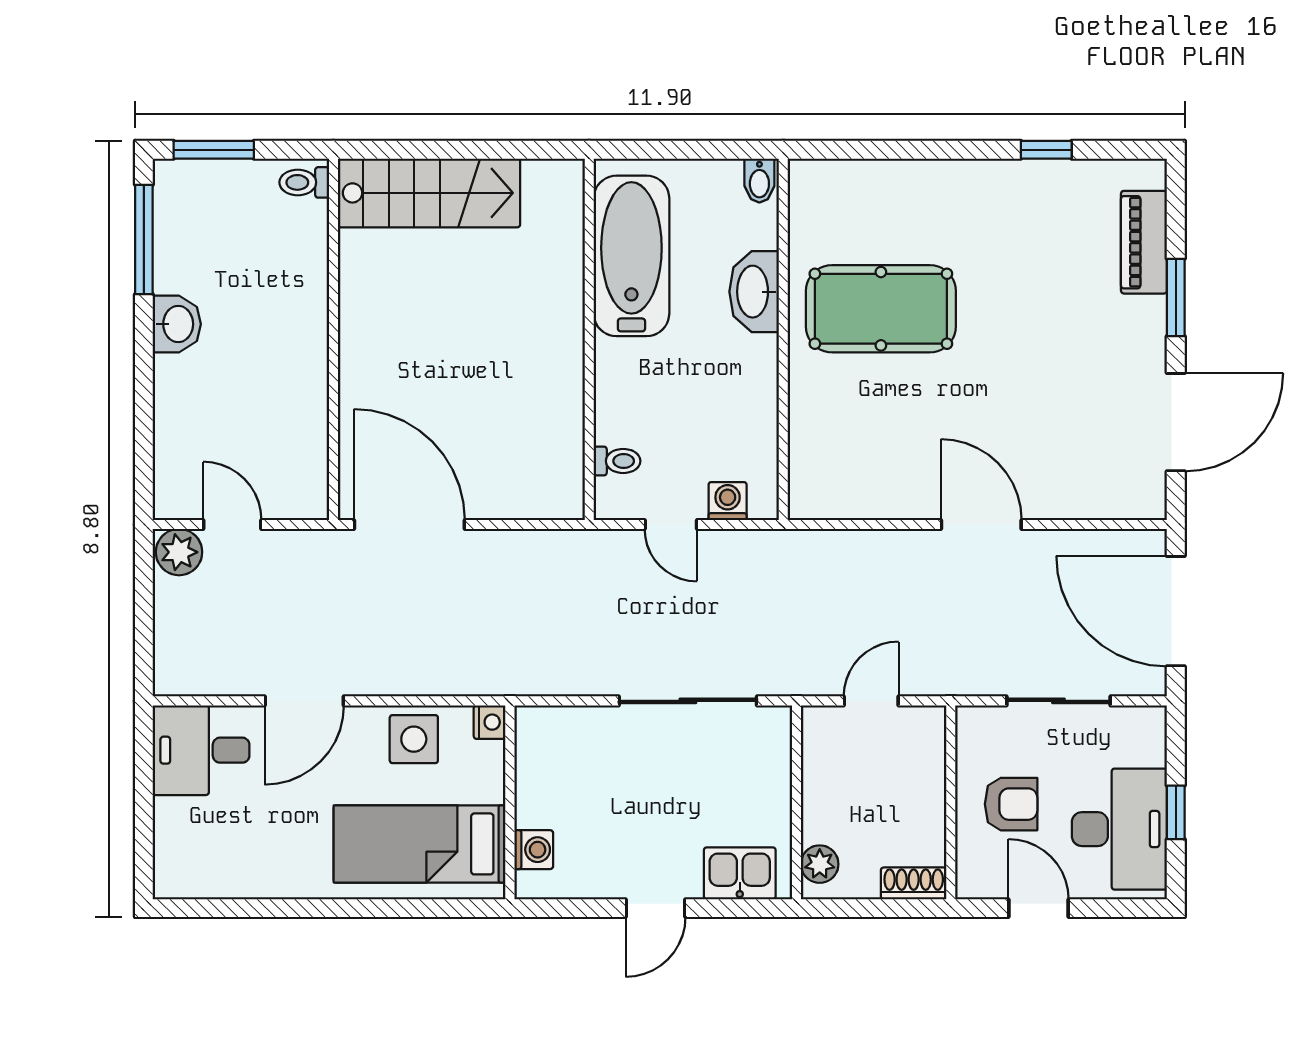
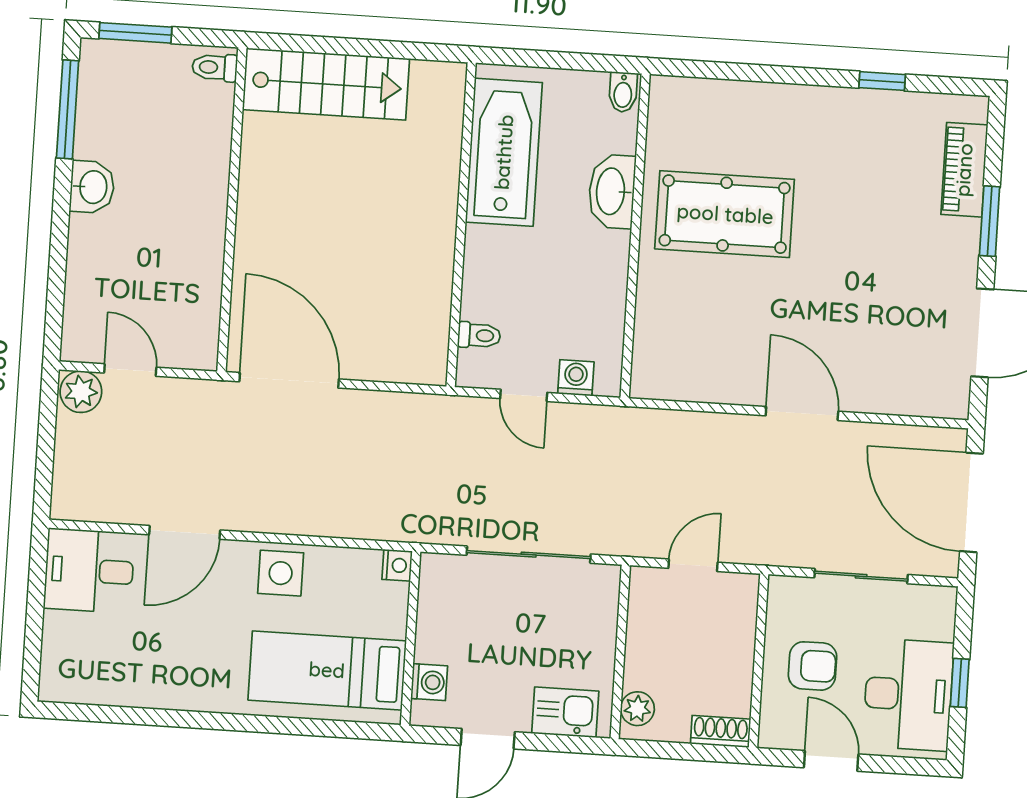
nightstand: (490, 722) -> (397, 565), moved
wall: (510, 802) -> (411, 638), moved
bed: (420, 844) -> (327, 670), moved
washing machine: (534, 850) -> (429, 682), moved

